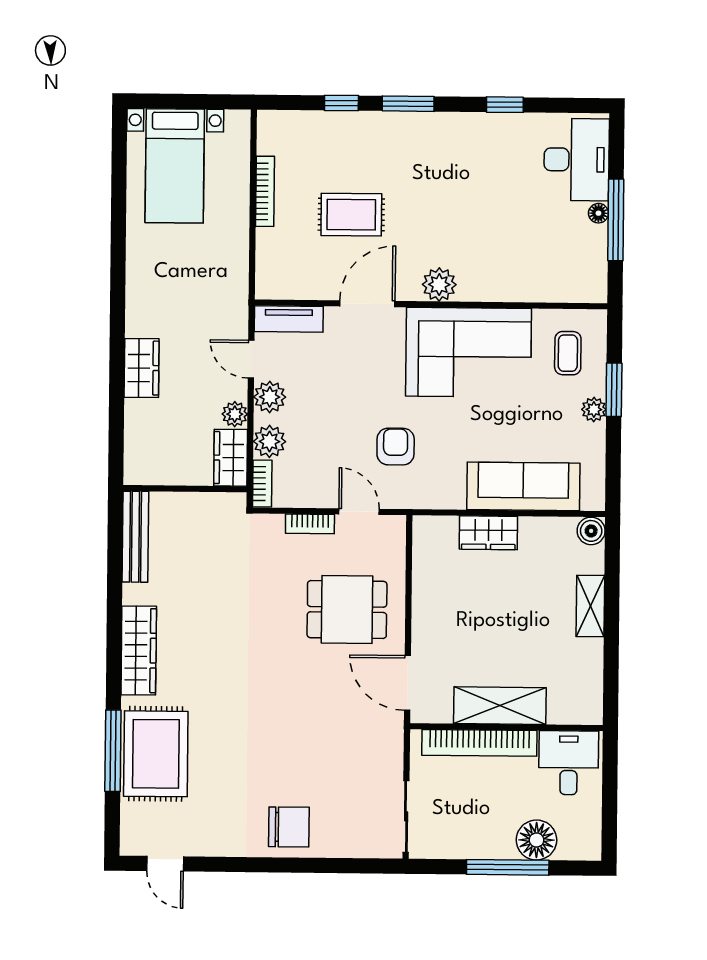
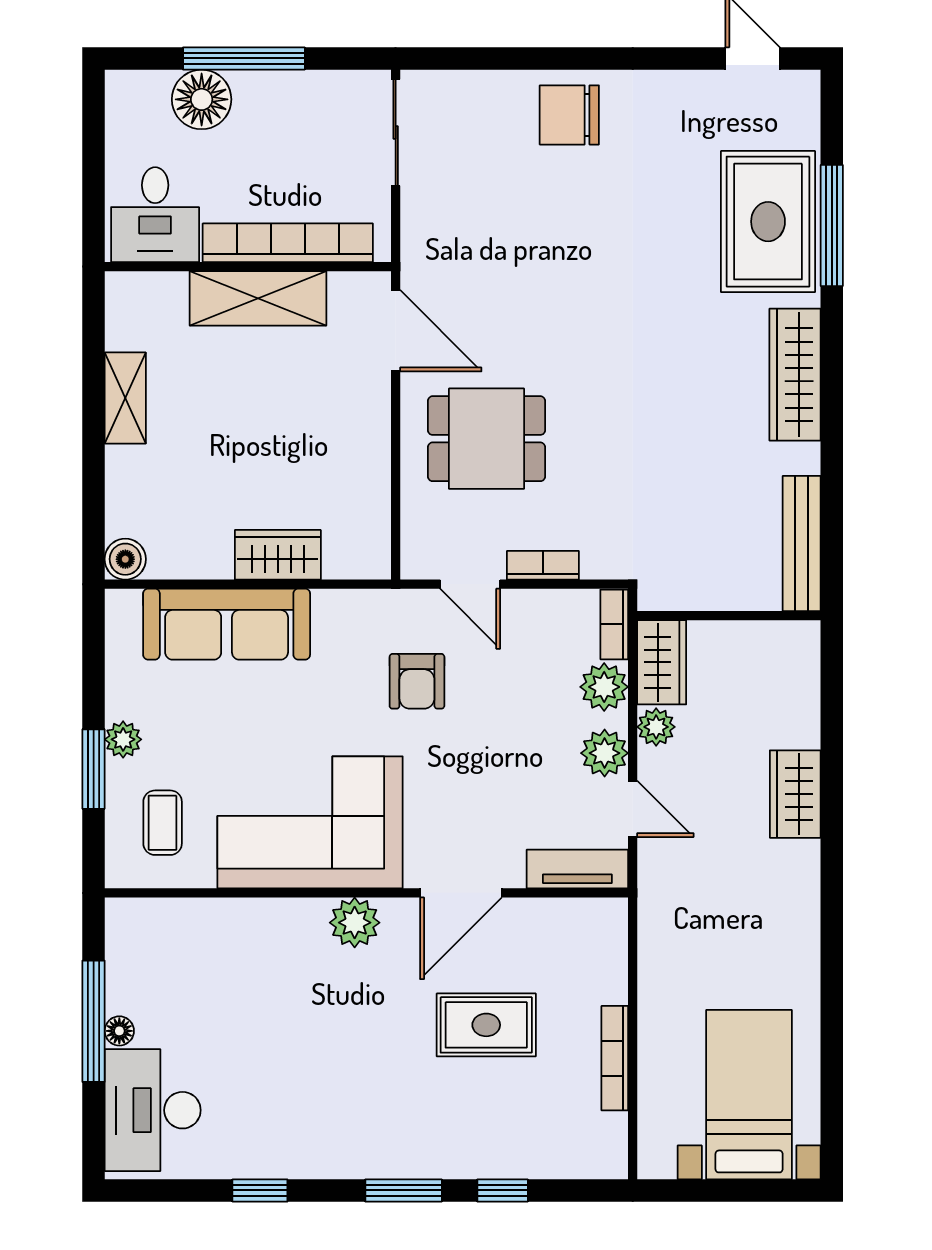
shelving: (590, 606) -> (125, 398), moved

